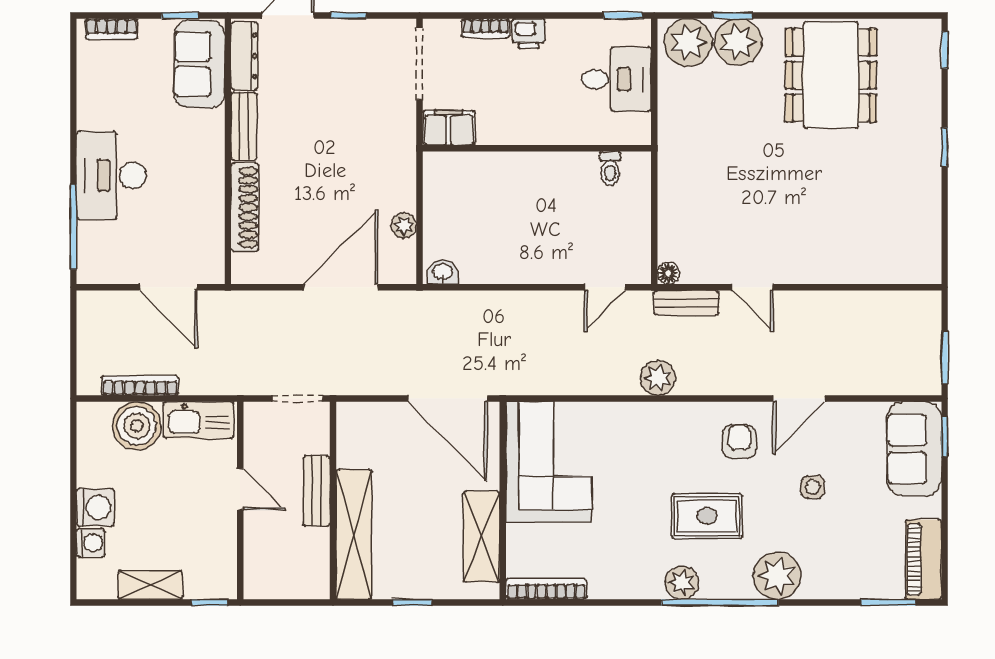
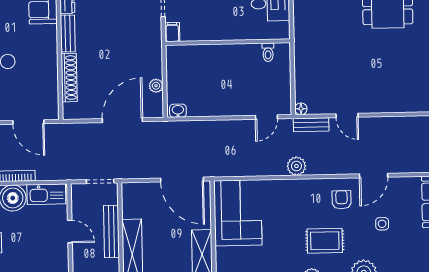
filing cabinet: (449, 128) -> (172, 32), width x0.50
bench: (316, 491) -> (111, 231), width x1.36

